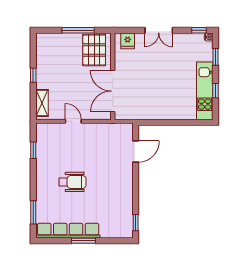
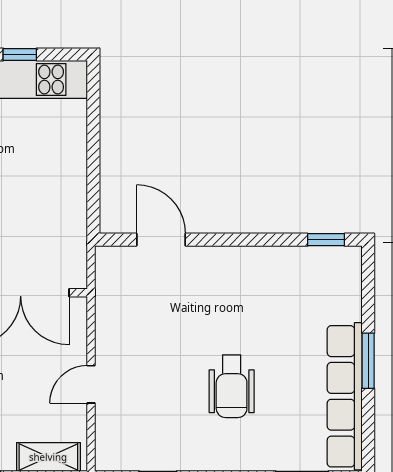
wheelchair: (72, 182) -> (232, 386), turned 180

